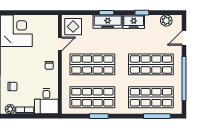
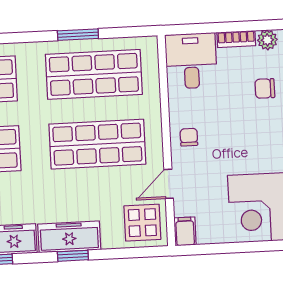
filing cabinet: (53, 21) -> (185, 231), added

